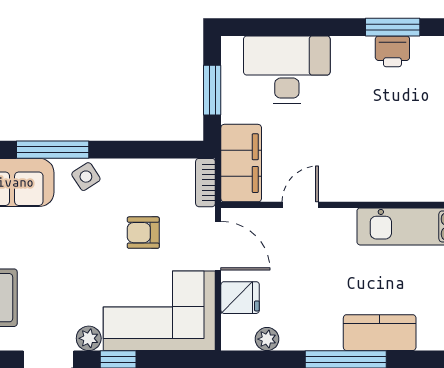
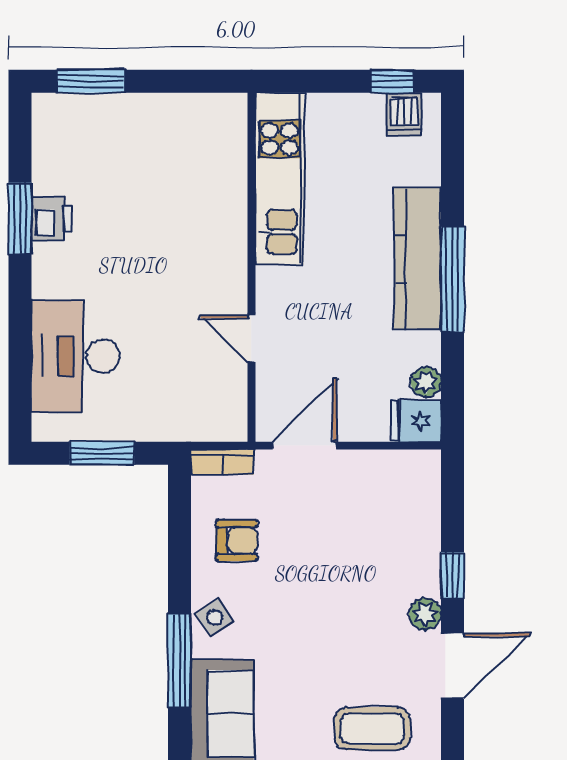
filing cabinet: (241, 163) -> (197, 416), removed
armchair: (143, 233) -> (237, 541), moved, turned -90
fridge: (240, 298) -> (416, 421), moved, turned -90
corner sofa: (159, 311) -> (389, 522), removed
kitchen counter: (380, 333) -> (418, 259), width x1.50

